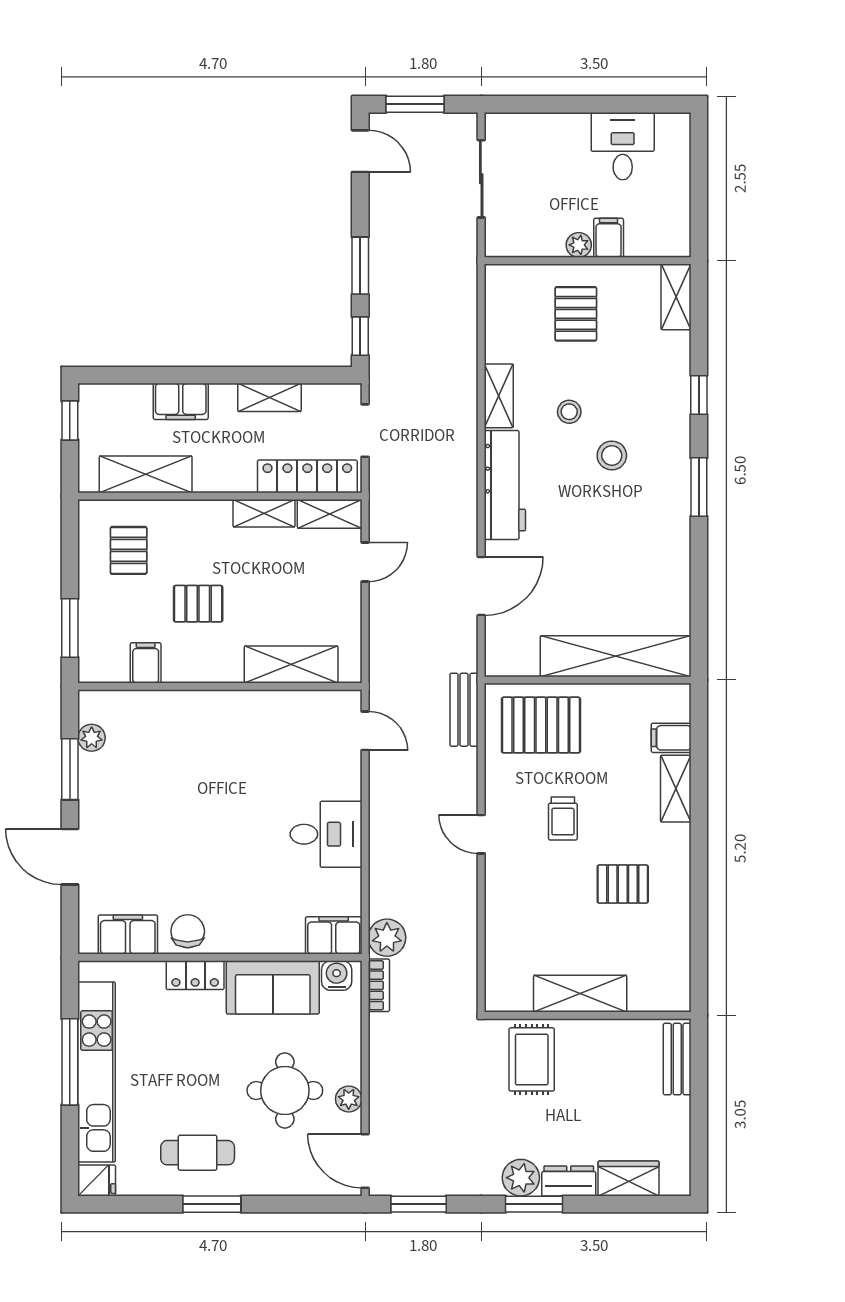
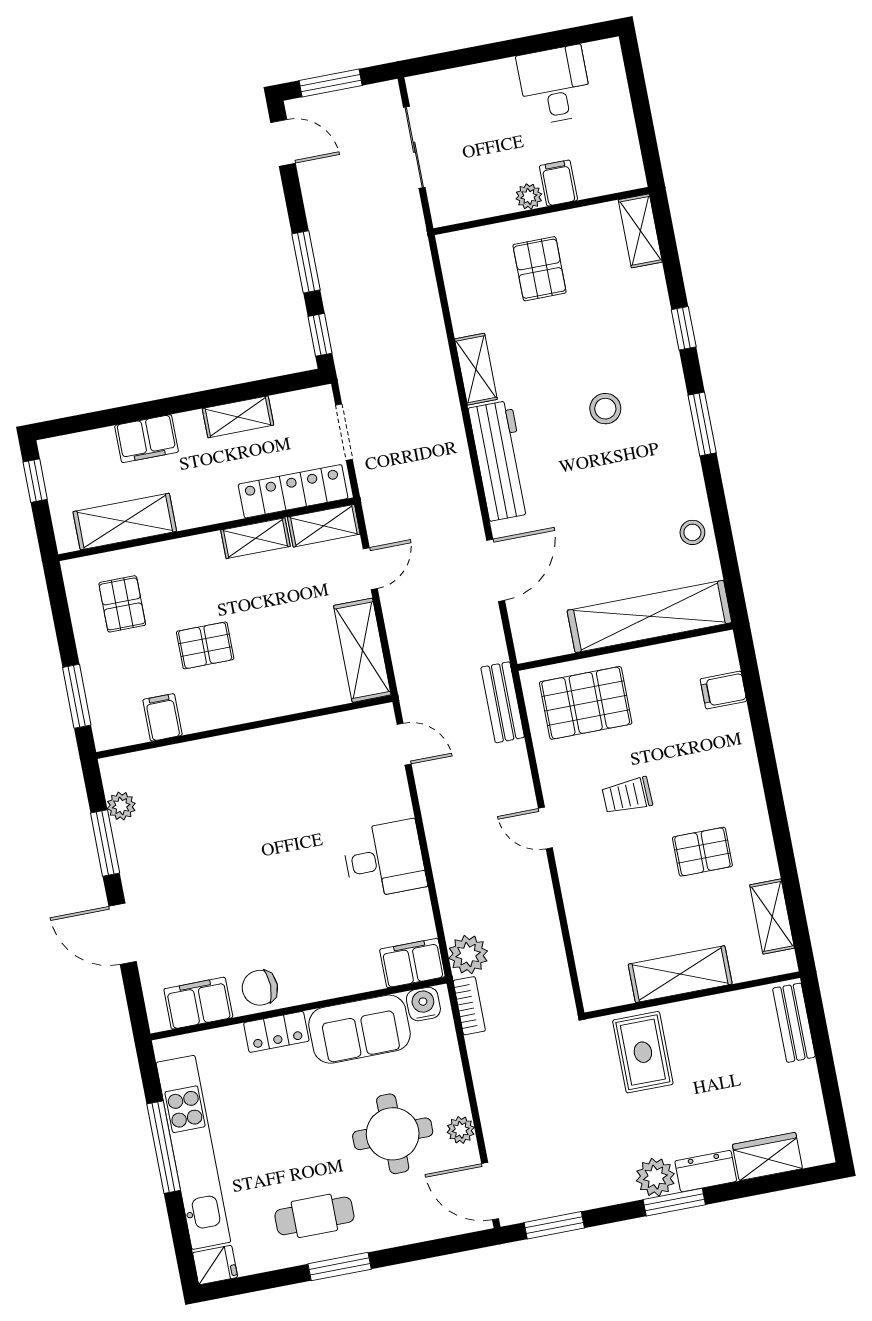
stool: (569, 412) -> (692, 532), moved
shelving: (291, 665) -> (362, 650), moved, turned 90
shelving: (676, 789) -> (772, 917), moved
trolley: (563, 819) -> (627, 796), turned 88
chair: (188, 931) -> (260, 988), turned -90

